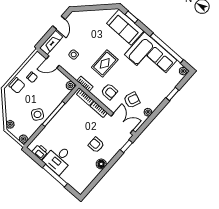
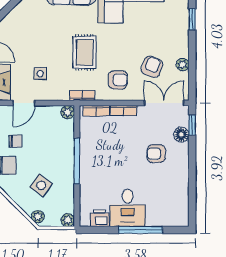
side table: (38, 114) -> (41, 185), moved
floor lamp: (101, 164) -> (181, 135), moved

